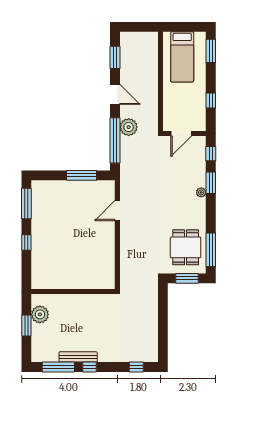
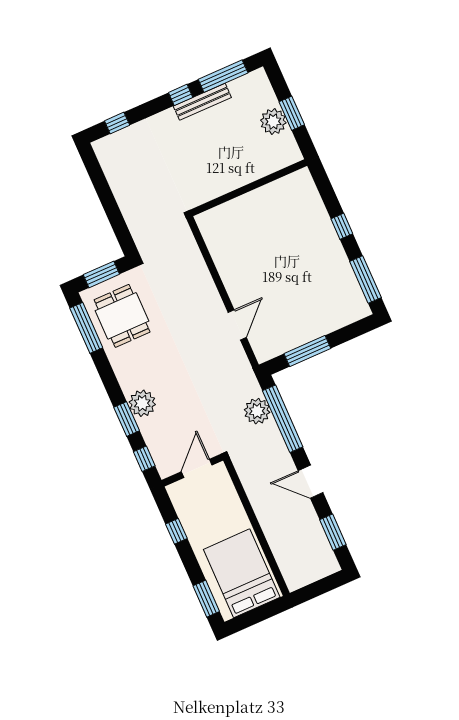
bed: (182, 57) -> (242, 573), width x1.50
plant: (129, 127) -> (257, 411), moved
plant: (201, 192) -> (142, 403), width x1.88, depth x1.88
plant: (40, 314) -> (273, 121), moved

